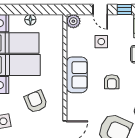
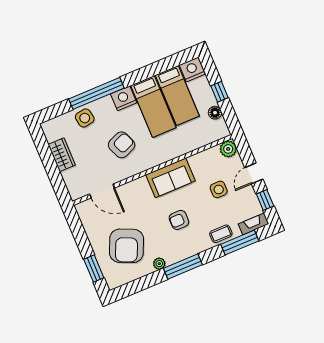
window: (27, 9) -> (220, 92), added
floor lamp: (30, 20) -> (215, 113), moved

